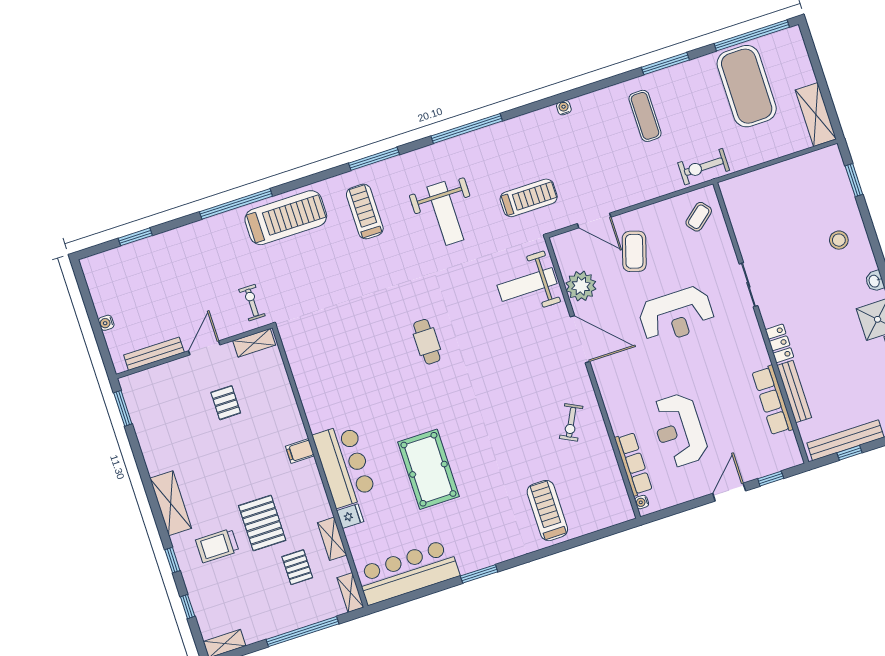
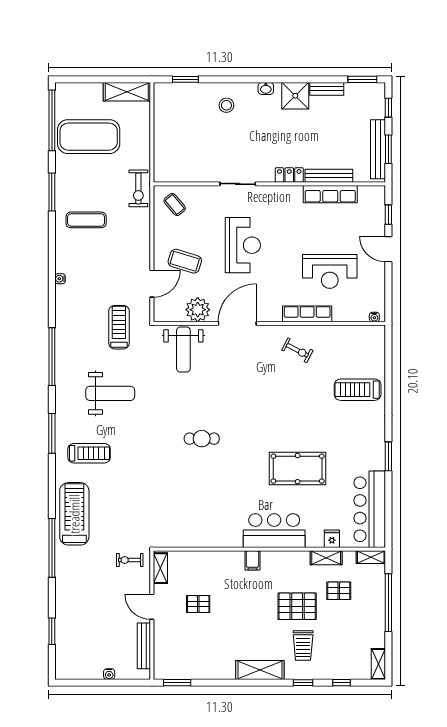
treadmill: (365, 212) -> (89, 453), turned 180
window: (850, 453) -> (388, 149), width x1.50
row of seats: (633, 464) -> (307, 314), moved
fridge: (350, 516) -> (332, 539), moved

